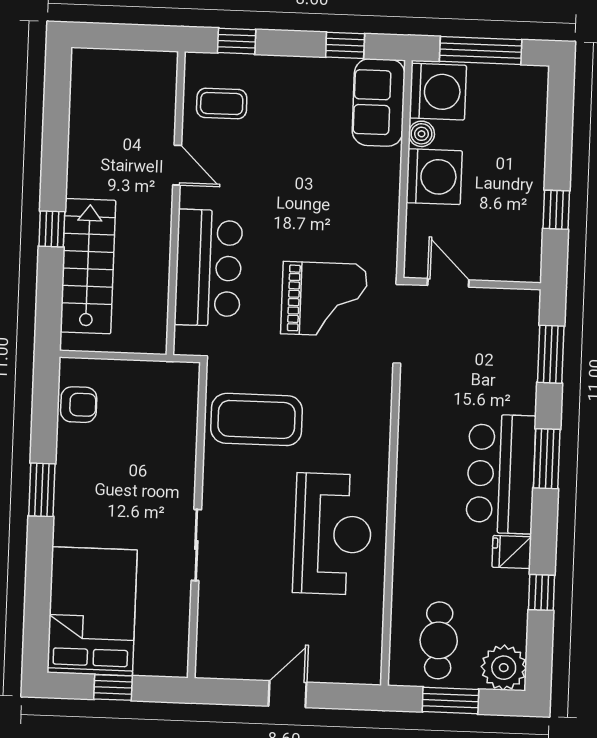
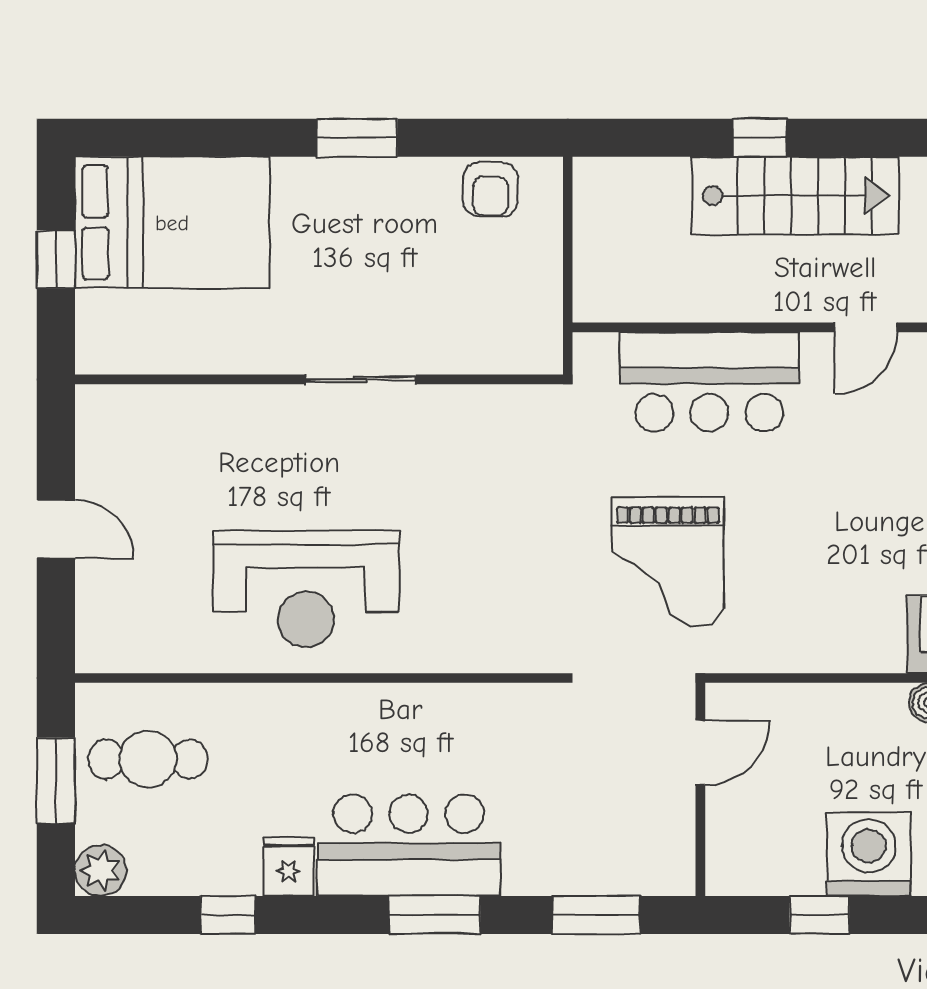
washing machine: (434, 177) -> (869, 854), moved, turned 180
stairs: (88, 266) -> (795, 196), moved
coffee table: (257, 419) -> (478, 465), removed
sliding door: (196, 545) -> (361, 379), moved
plant: (504, 668) -> (101, 870), width x0.73, depth x0.73

